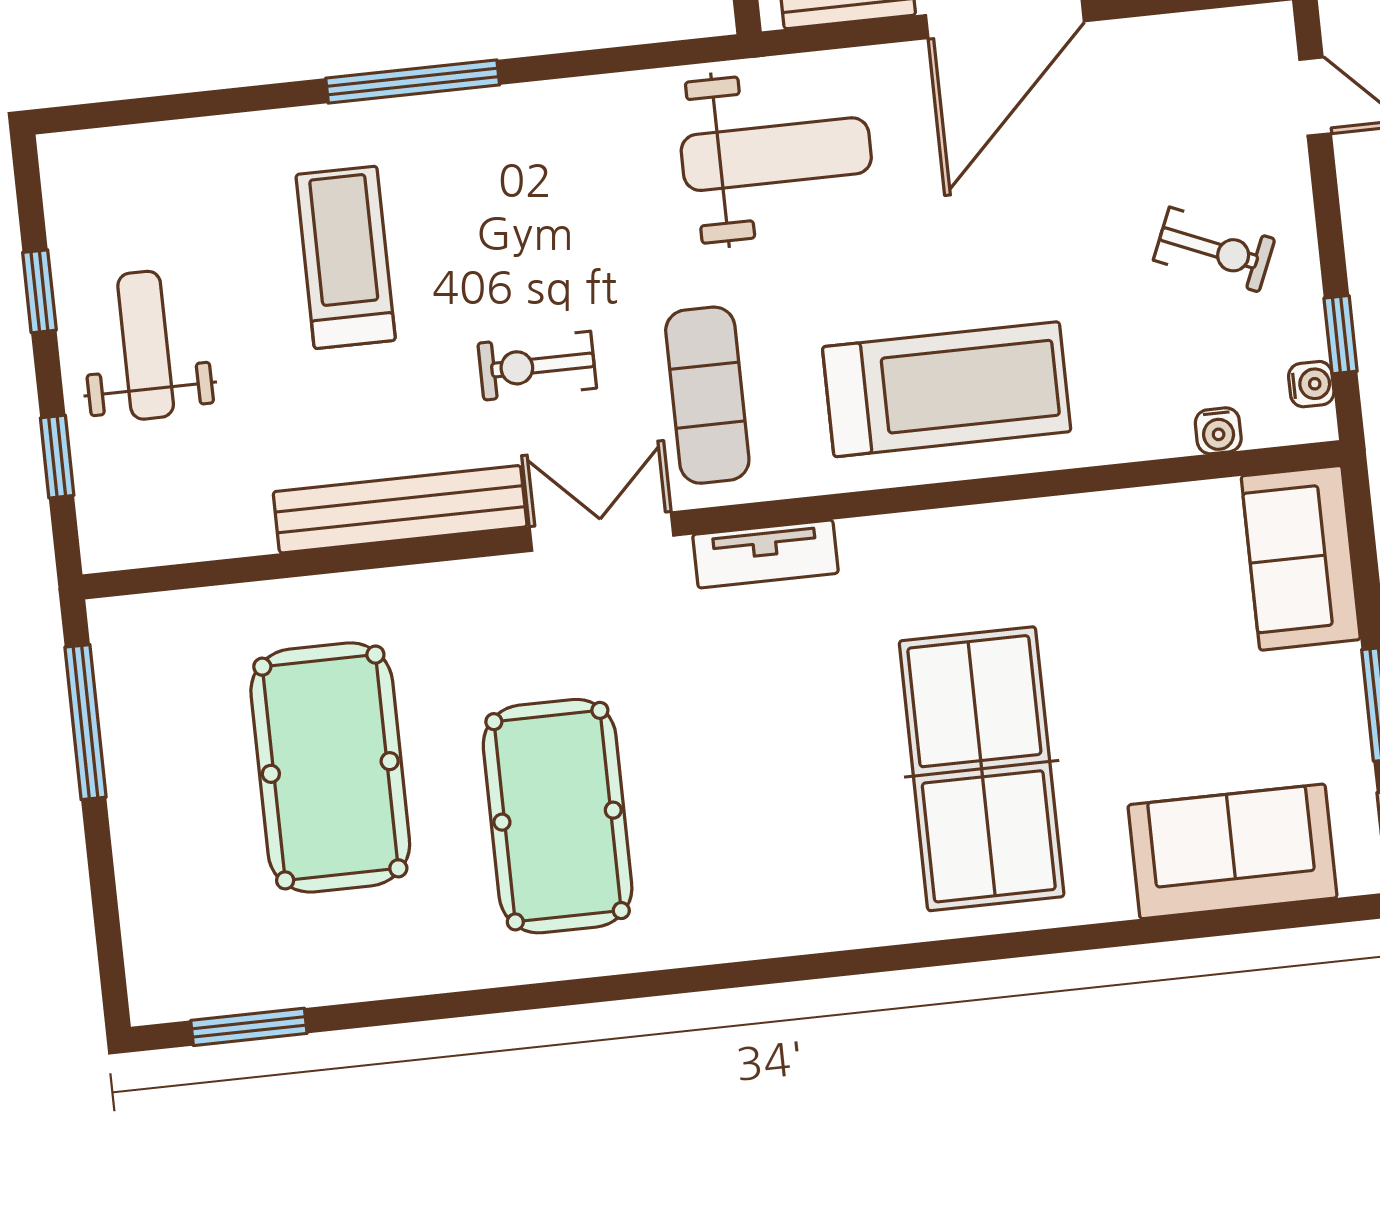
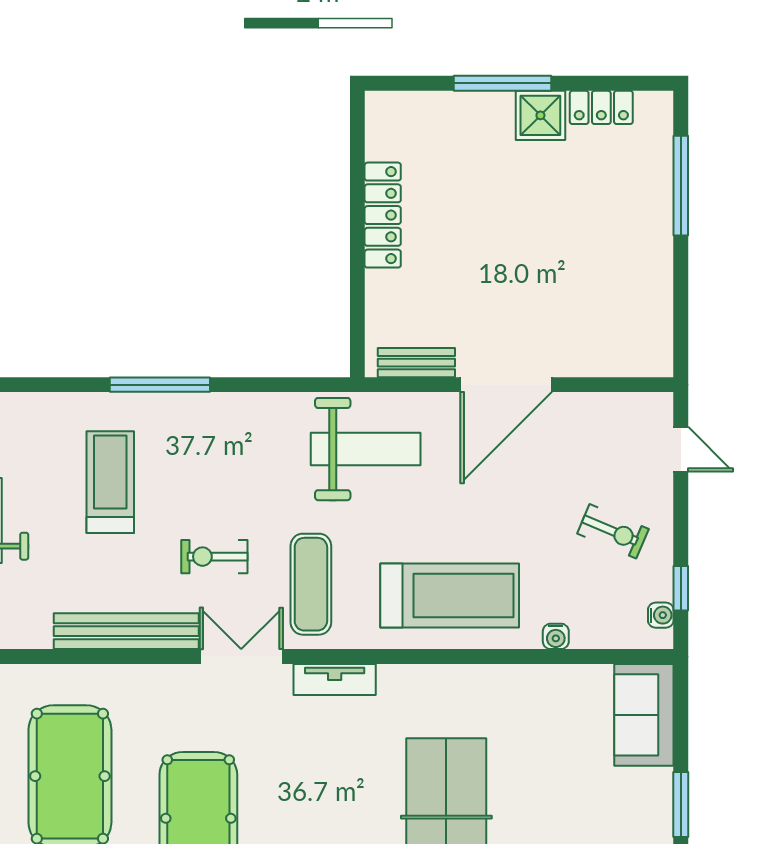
water cooler: (1218, 431) -> (556, 636), moved

